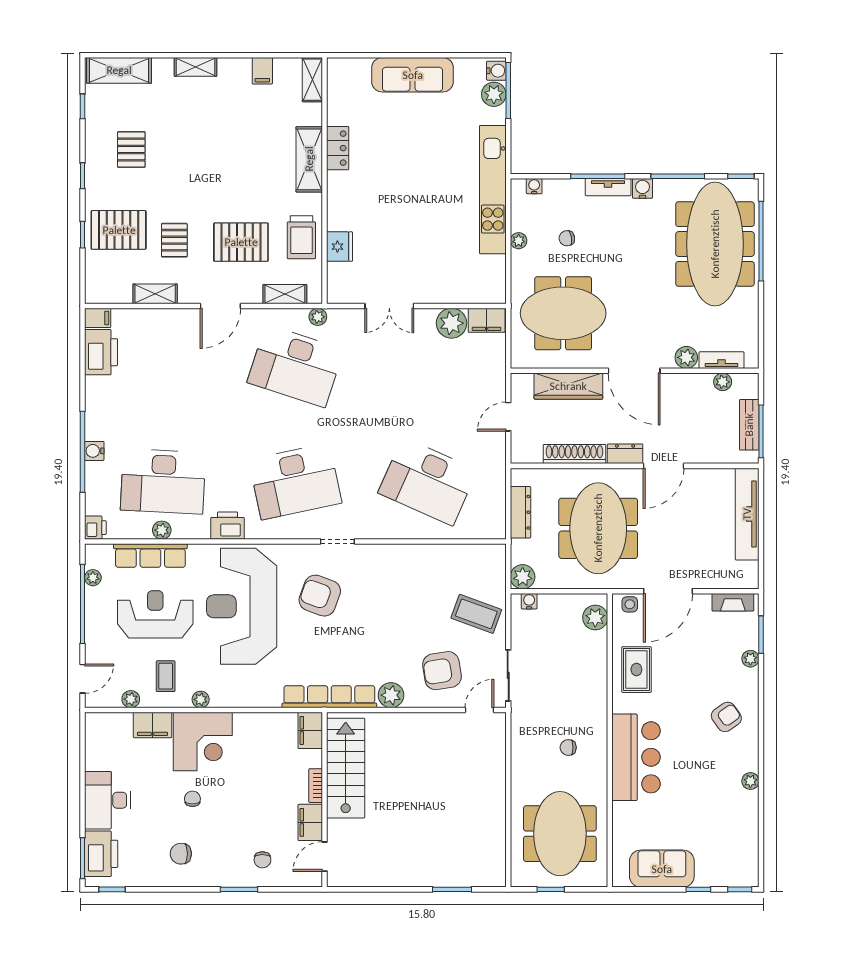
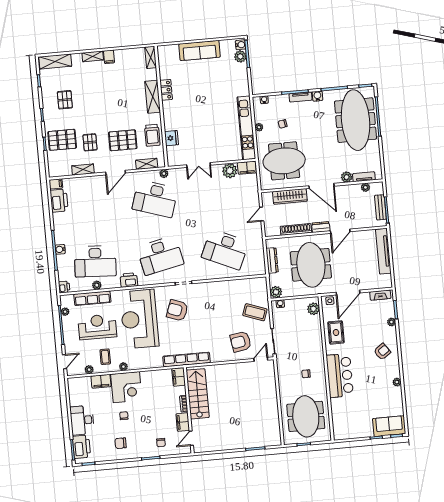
filing cabinet: (262, 71) -> (109, 57), moved
kitchen unit: (493, 190) -> (246, 128), moved
plant: (391, 695) -> (217, 356), removed
sofa: (662, 869) -> (389, 426), moved

